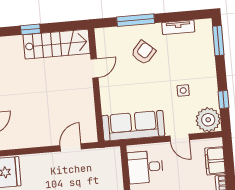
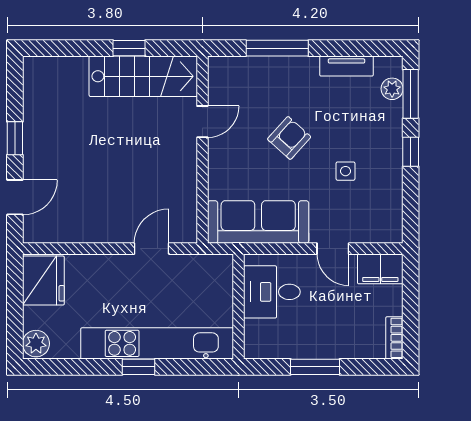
window: (30, 29) -> (129, 48), moved
armchair: (143, 52) -> (289, 138), moved
window: (223, 100) -> (411, 152), moved
plant: (208, 120) -> (392, 89), moved, width x0.53, depth x0.53
filing cabinet: (215, 161) -> (380, 269), moved, turned -90

